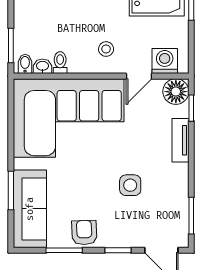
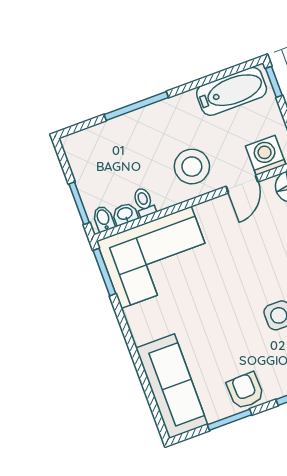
stool: (106, 49) -> (192, 167), width x1.89, depth x1.89
corner sofa: (69, 118) -> (156, 257), width x0.73, depth x0.74
window: (11, 190) -> (104, 272), moved

